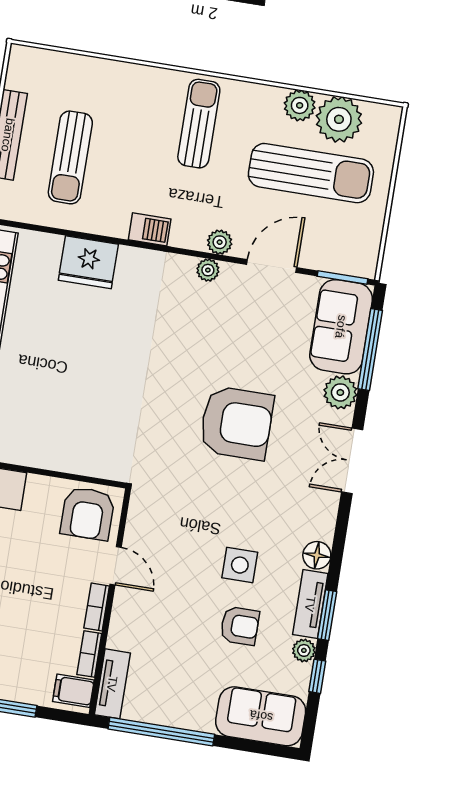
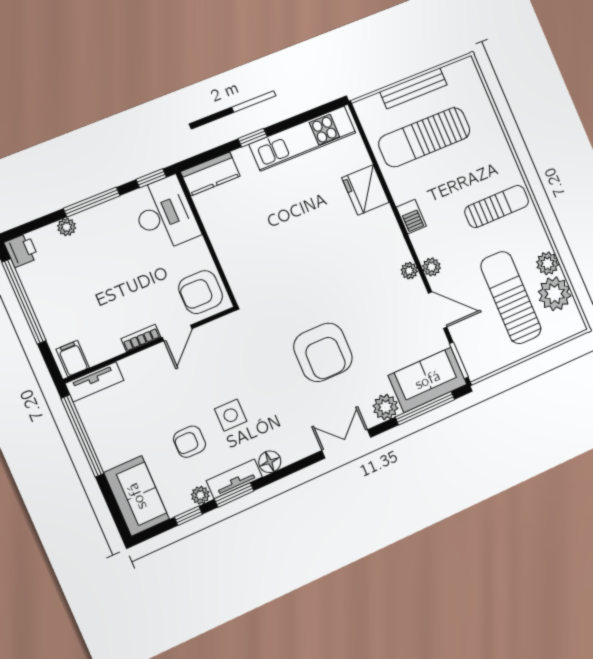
sun lounger: (70, 157) -> (424, 137), width x1.36, depth x1.34
sun lounger: (311, 173) -> (511, 298), turned 180
armchair: (240, 626) -> (190, 442), turned 90
bookcase: (89, 654) -> (105, 353), removed

